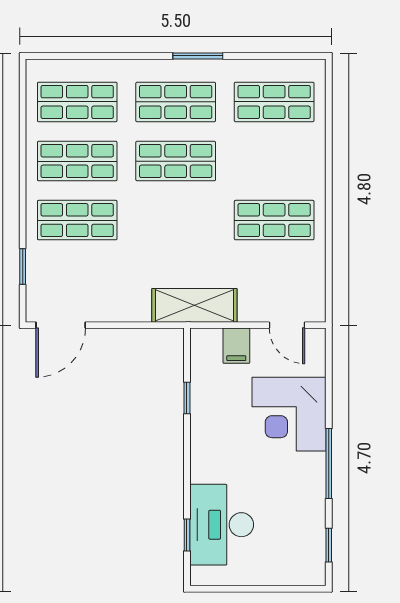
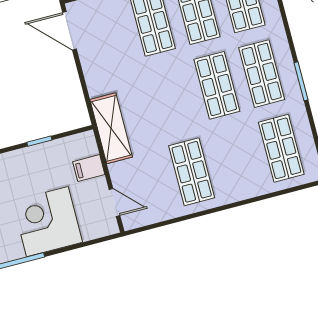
door: (287, 325) -> (115, 202), swing flipped

